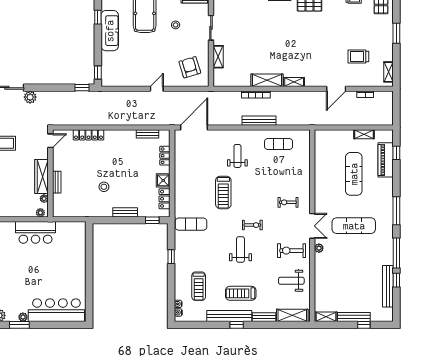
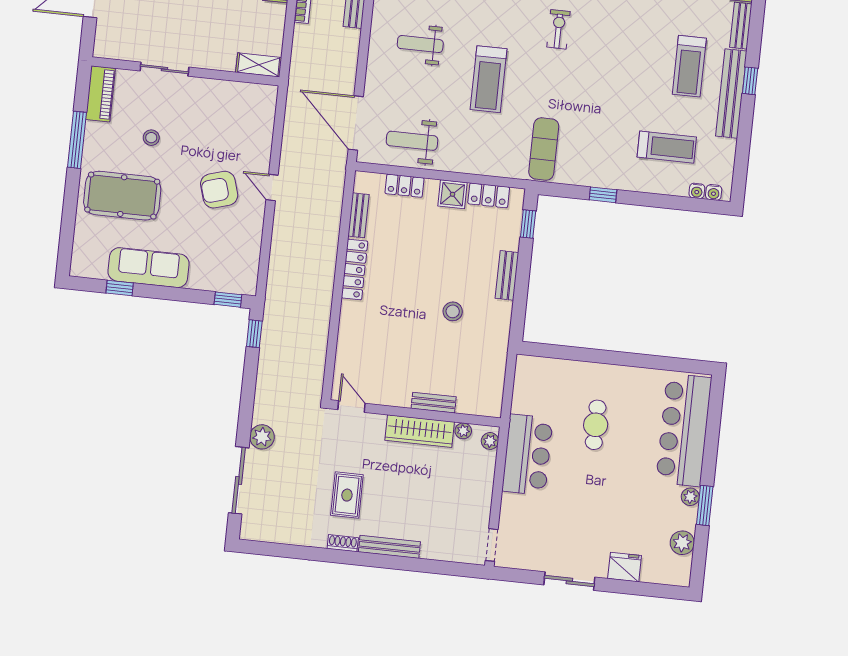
shelving: (218, 57) -> (259, 65), moved
armchair: (190, 67) -> (219, 190), moved
locker: (89, 135) -> (355, 269), moved
treadmill: (223, 192) -> (489, 79), turned 90
weight bench: (240, 249) -> (412, 141), moved
cafe table: (54, 265) -> (596, 425), added

